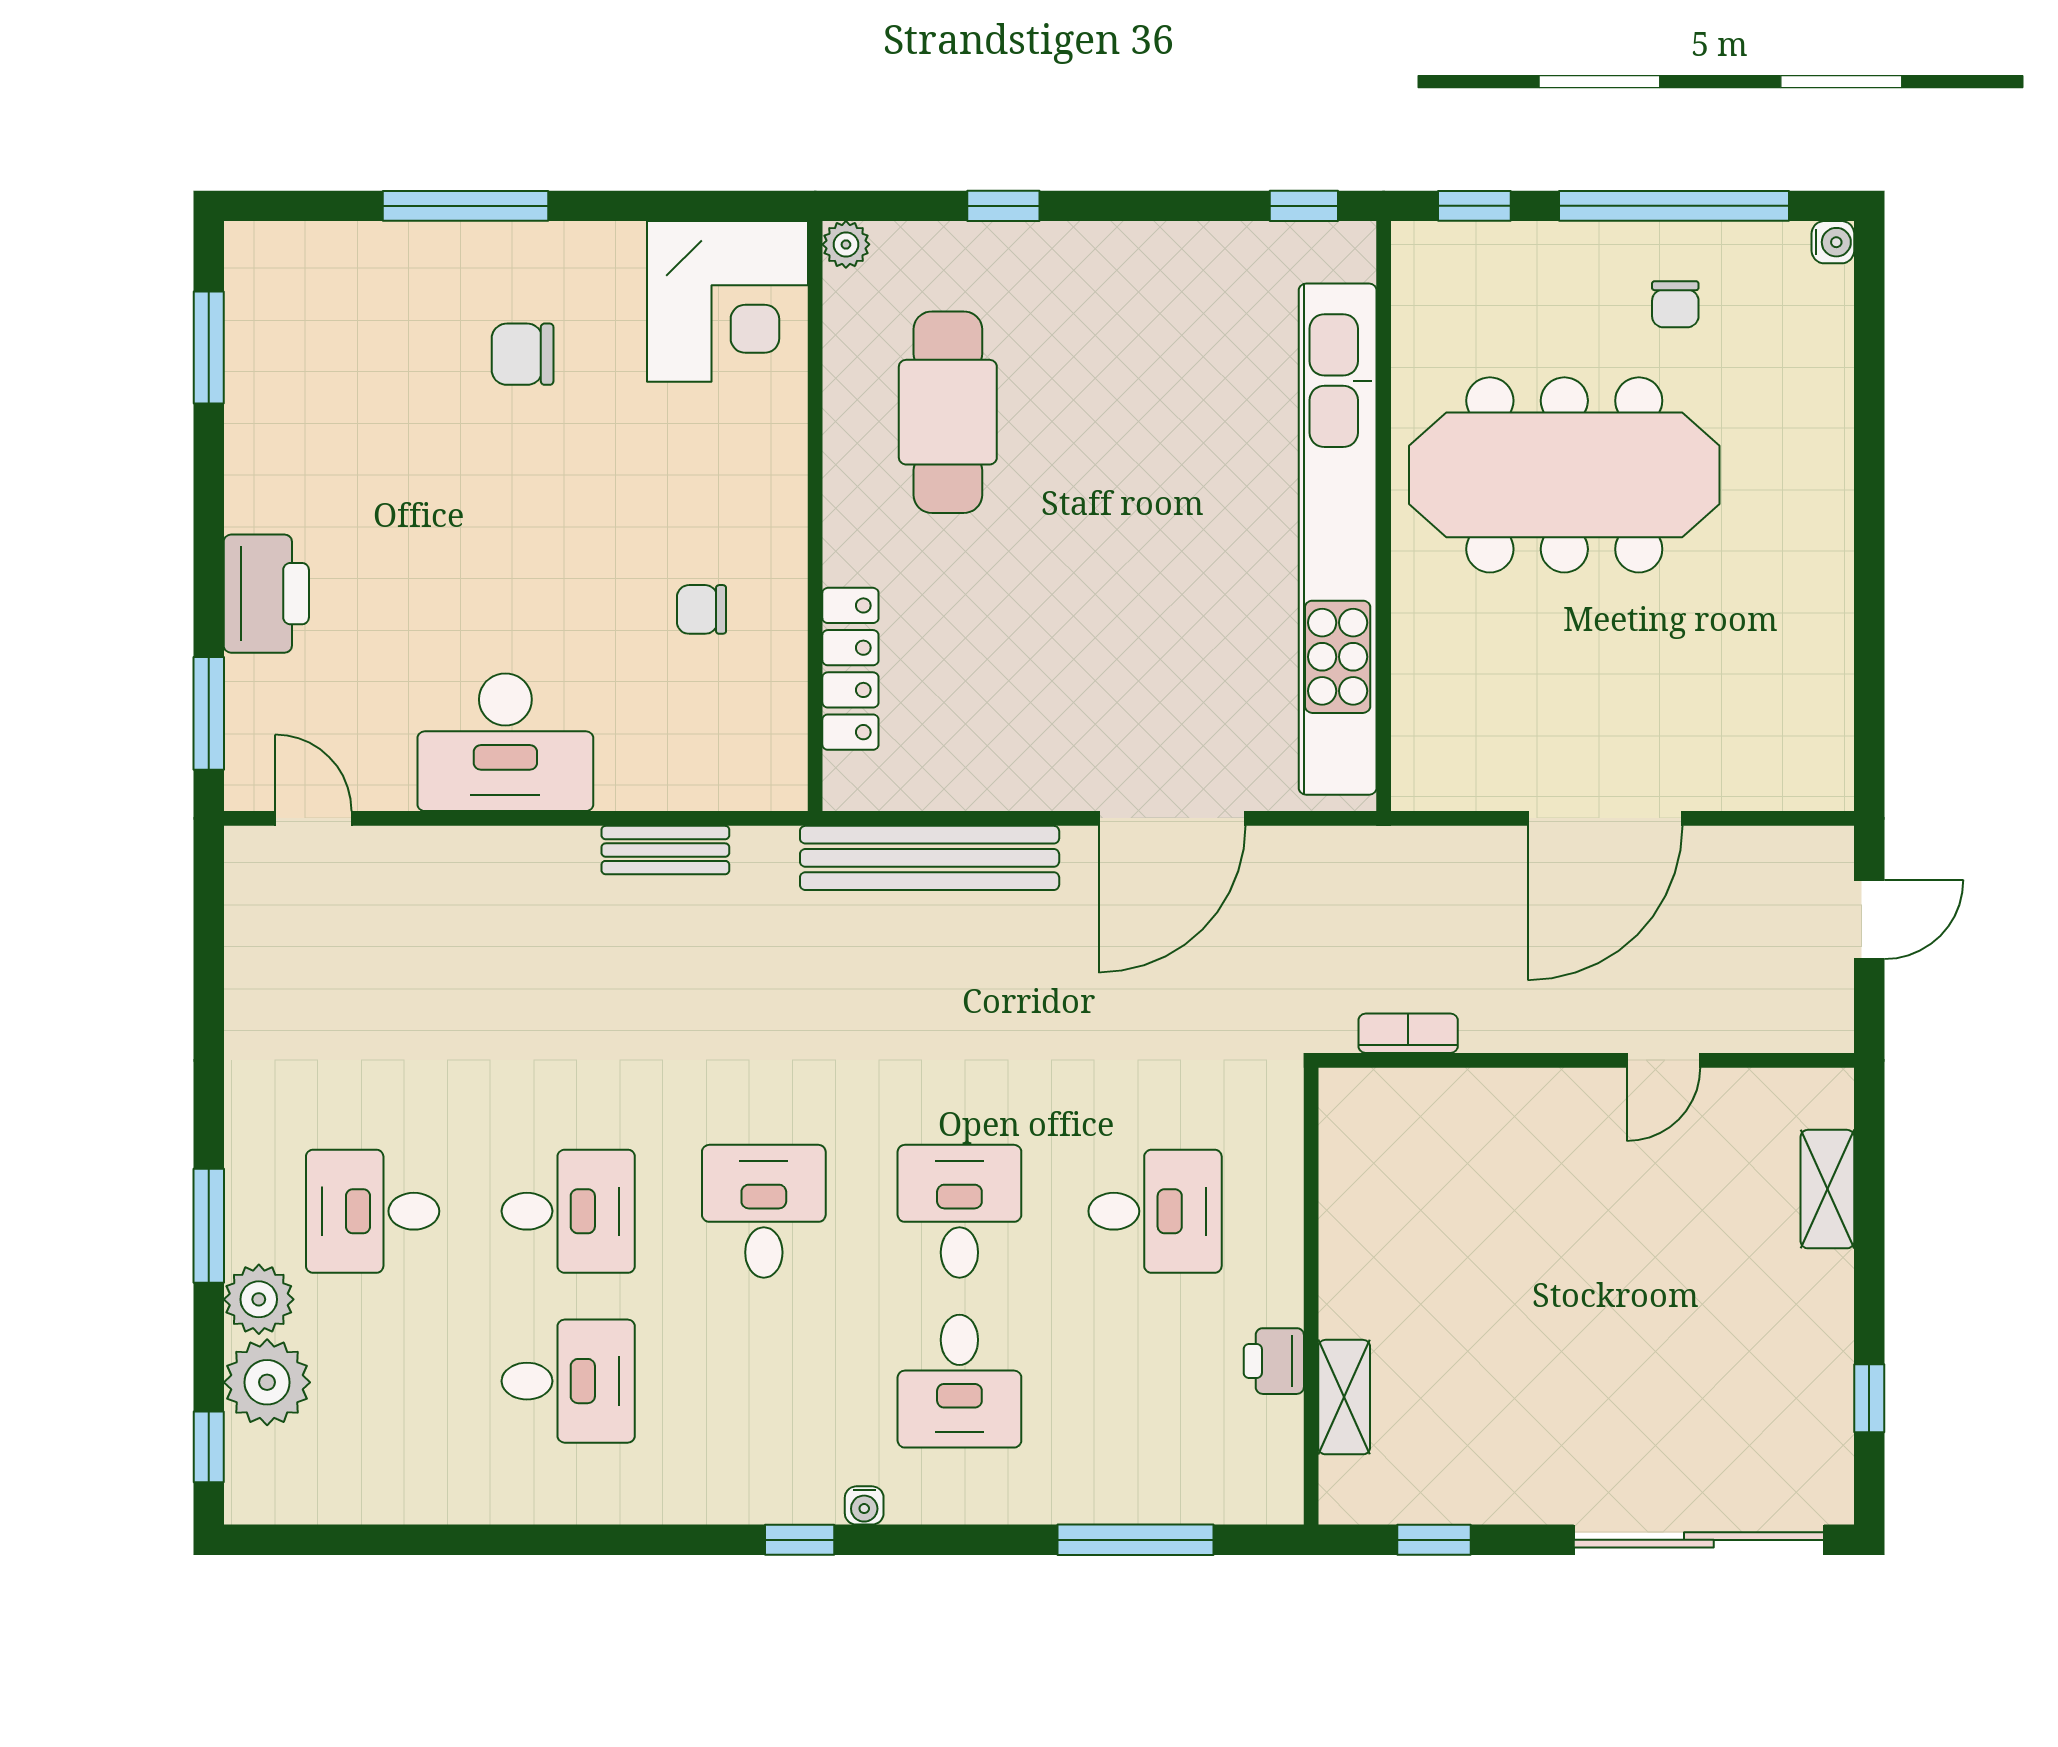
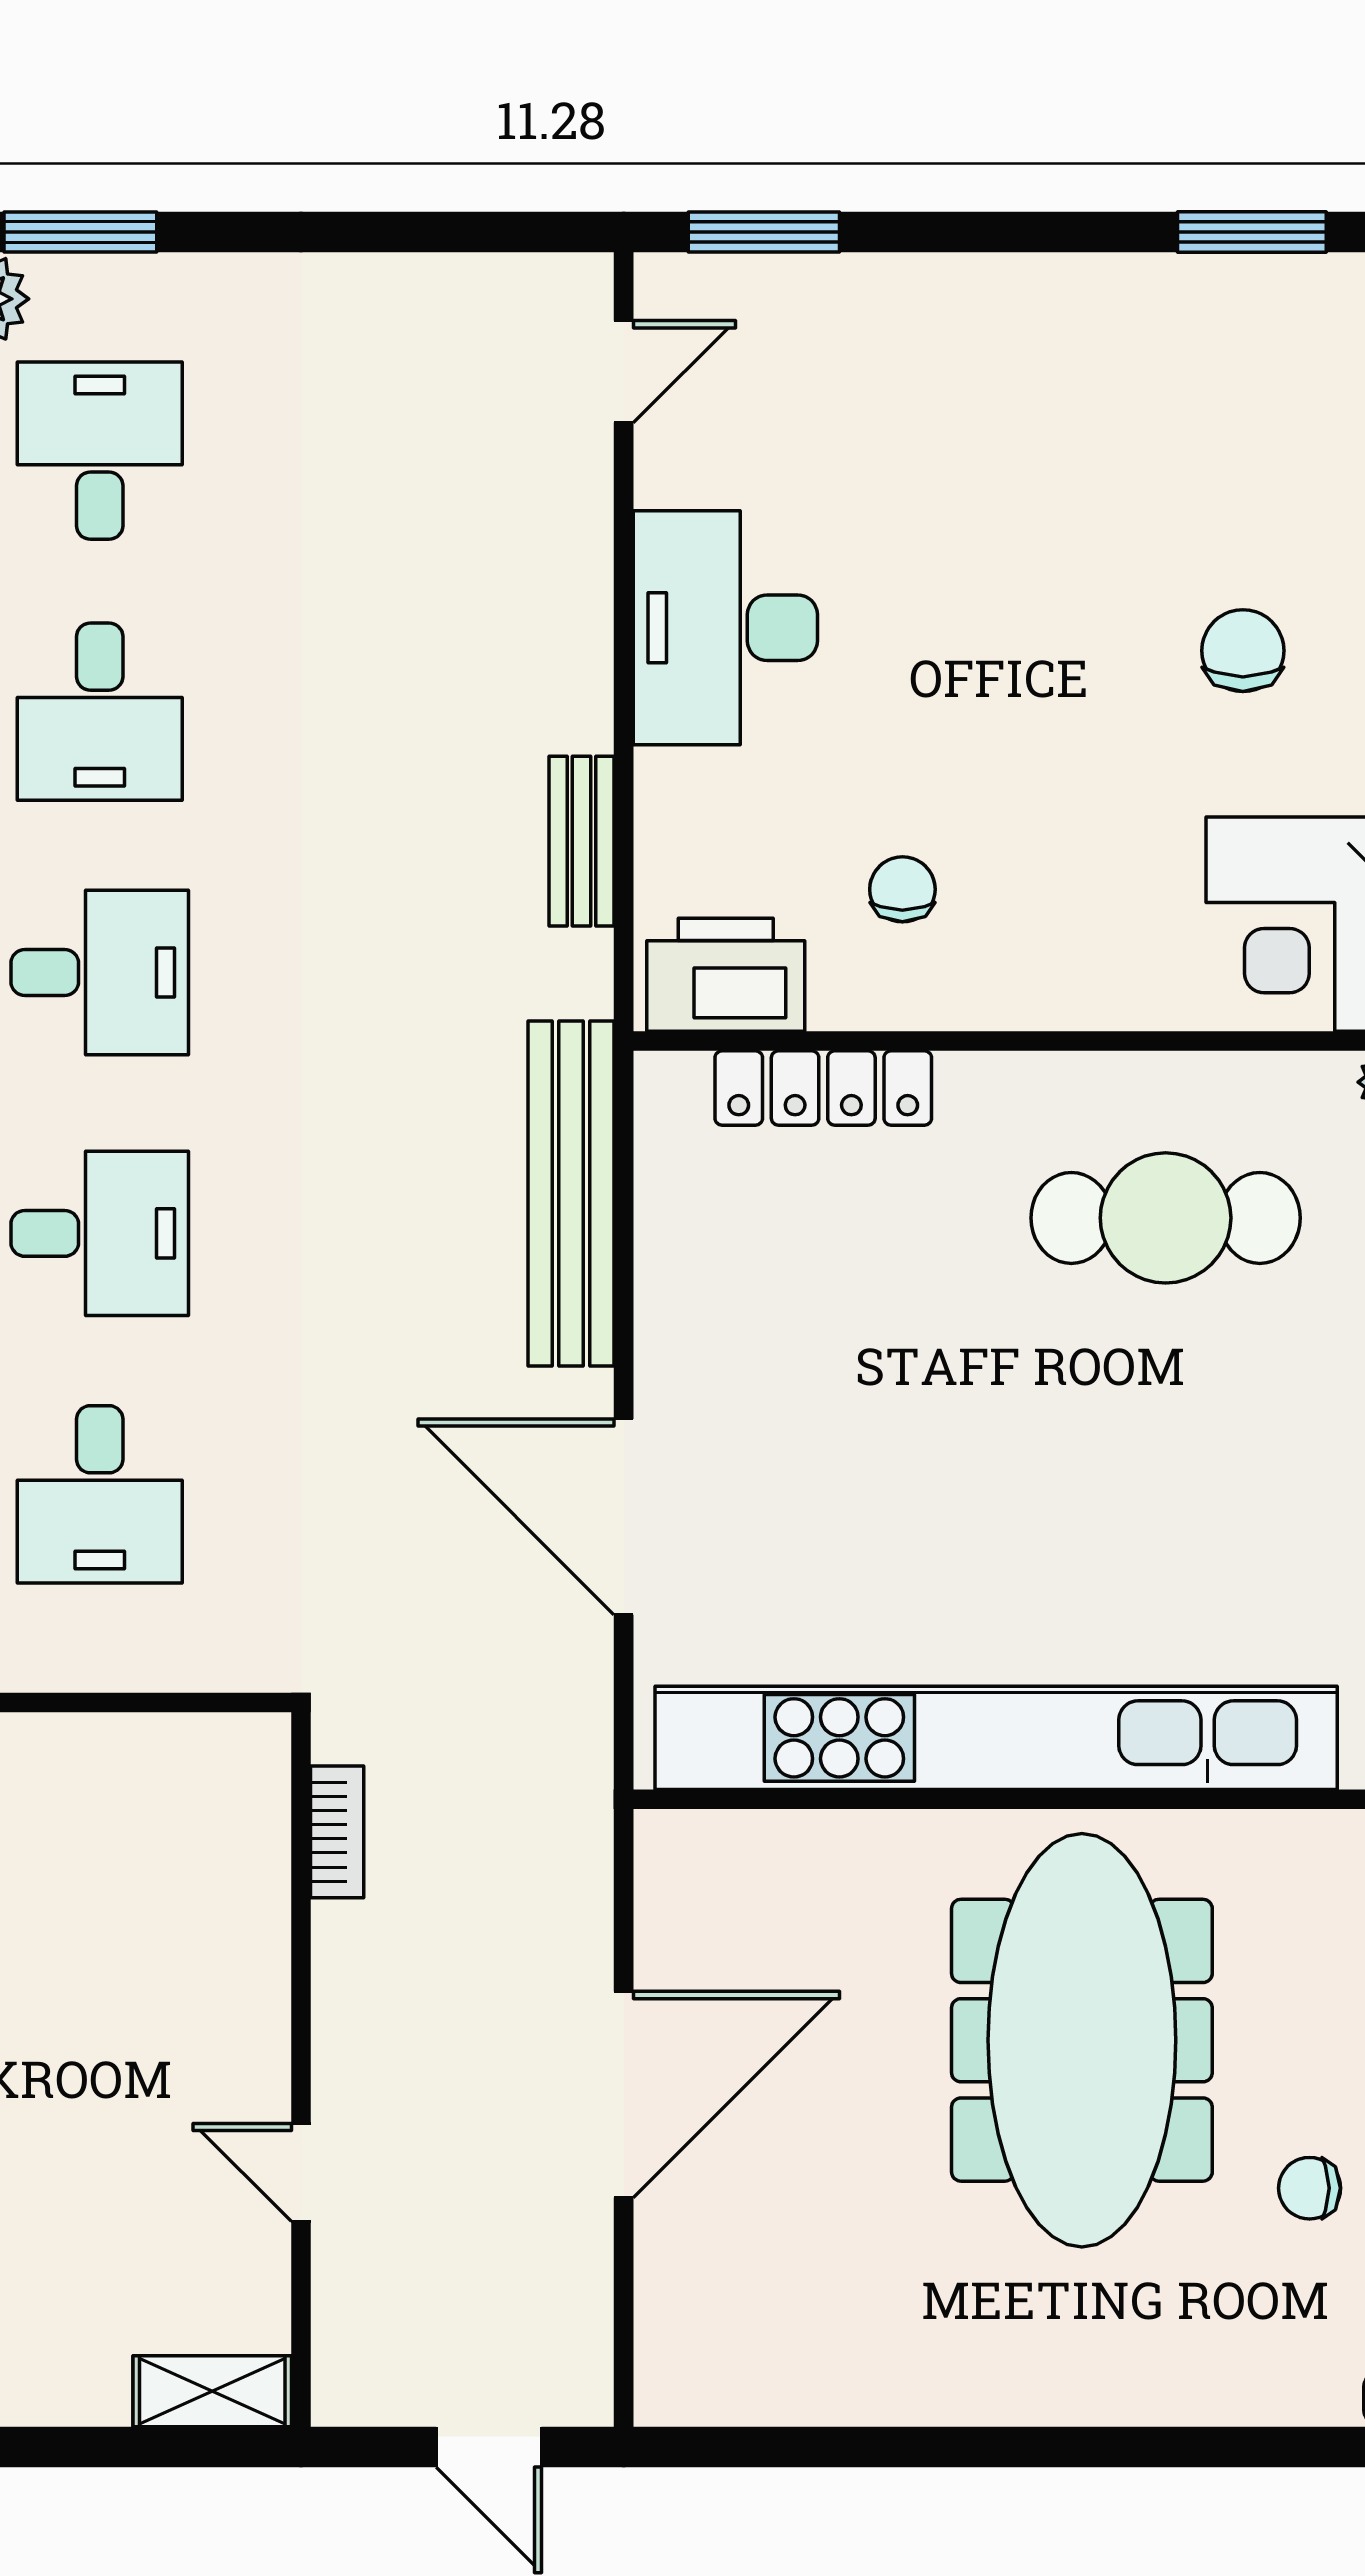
printer: (266, 594) -> (726, 975), moved, turned 180
door: (1605, 818) -> (624, 2095), swing flipped
shelving: (1827, 1189) -> (212, 2391), moved

